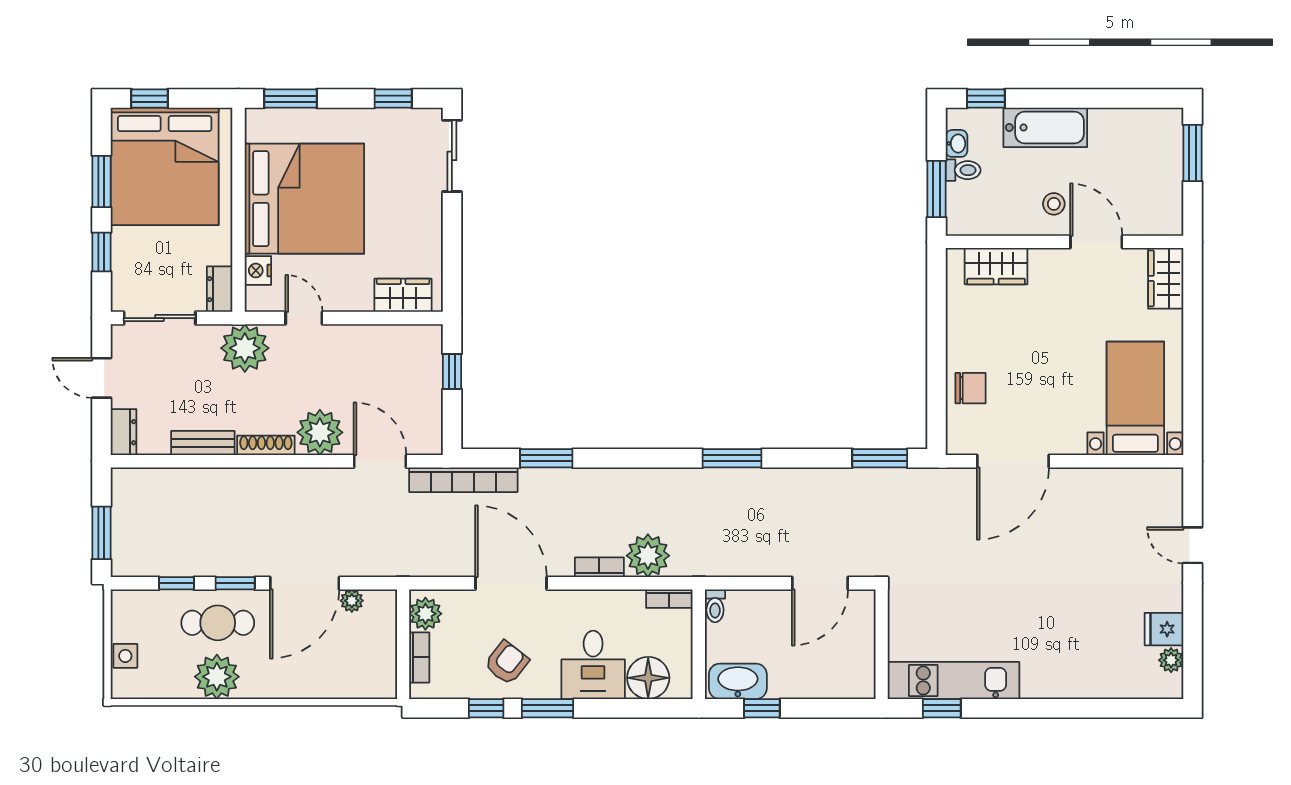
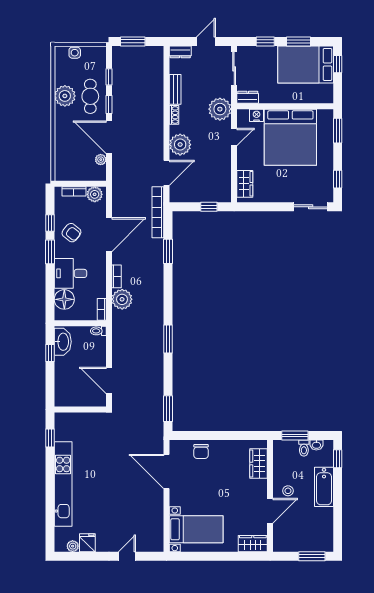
bed: (165, 166) -> (306, 64), width x0.73
shoe rack: (266, 445) -> (174, 115), width x0.70
kitchen unit: (954, 680) -> (63, 484), moved, width x1.36

